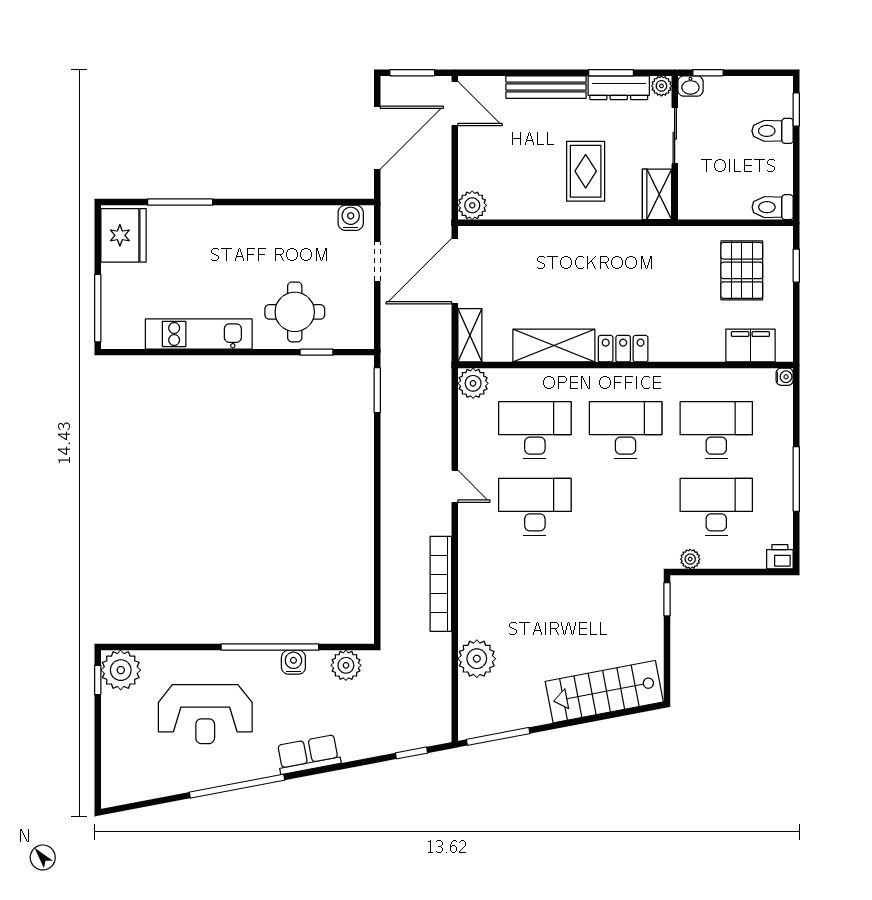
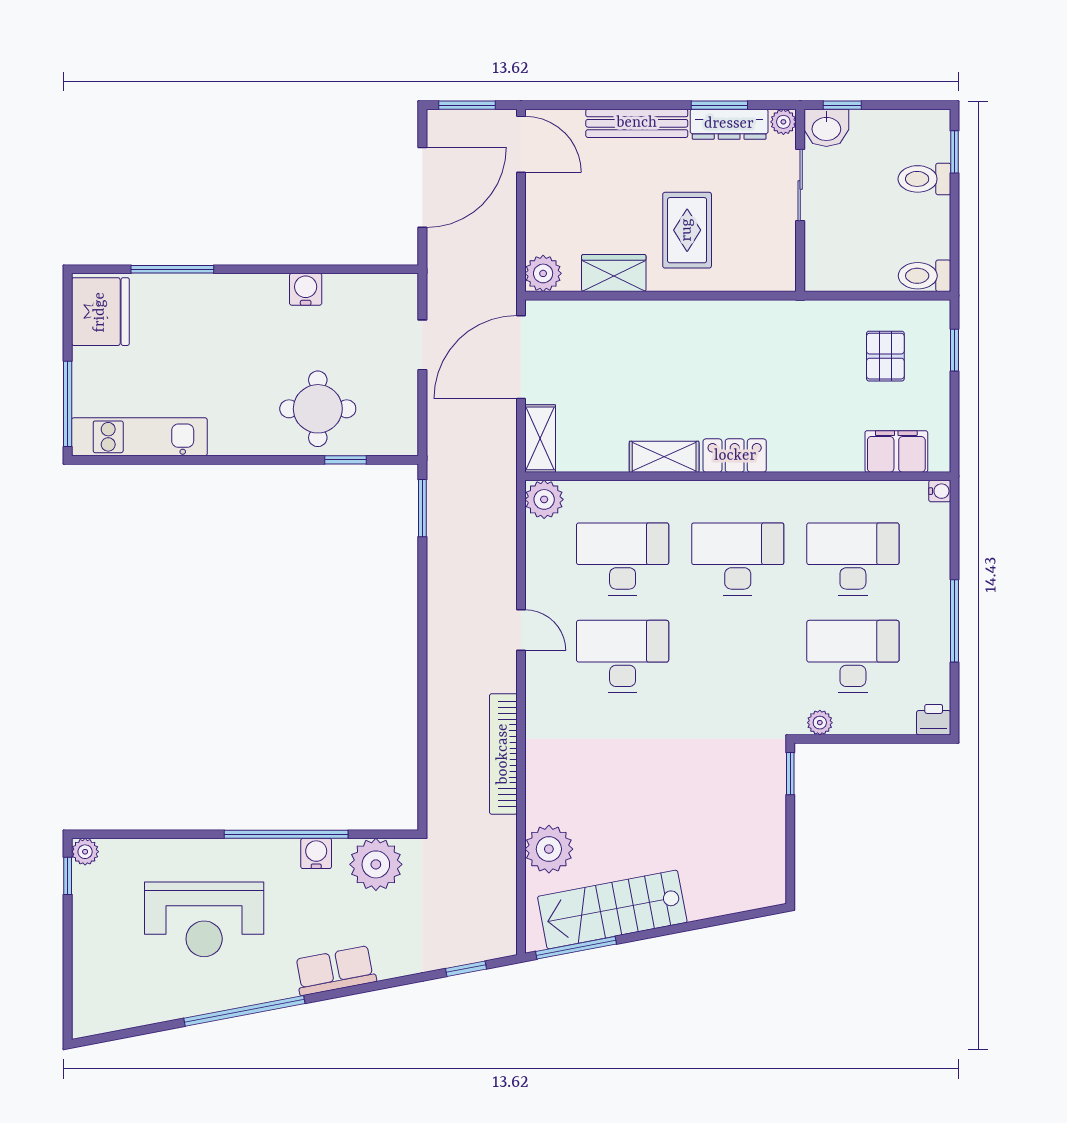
washbasin: (690, 86) -> (826, 128), width x1.38, depth x1.45
wardrobe: (657, 194) -> (614, 273), moved, turned 90
water cooler: (351, 218) -> (306, 289), moved
pallet: (742, 270) -> (885, 356), width x0.67, depth x0.71
kitchen unit: (199, 334) -> (139, 437), moved
shelving: (554, 346) -> (664, 457), width x0.67, depth x0.75
plant: (346, 665) -> (376, 864), width x1.36, depth x1.36
plant: (121, 670) -> (85, 852), width x0.53, depth x0.53
stairs: (604, 692) -> (612, 909), moved

